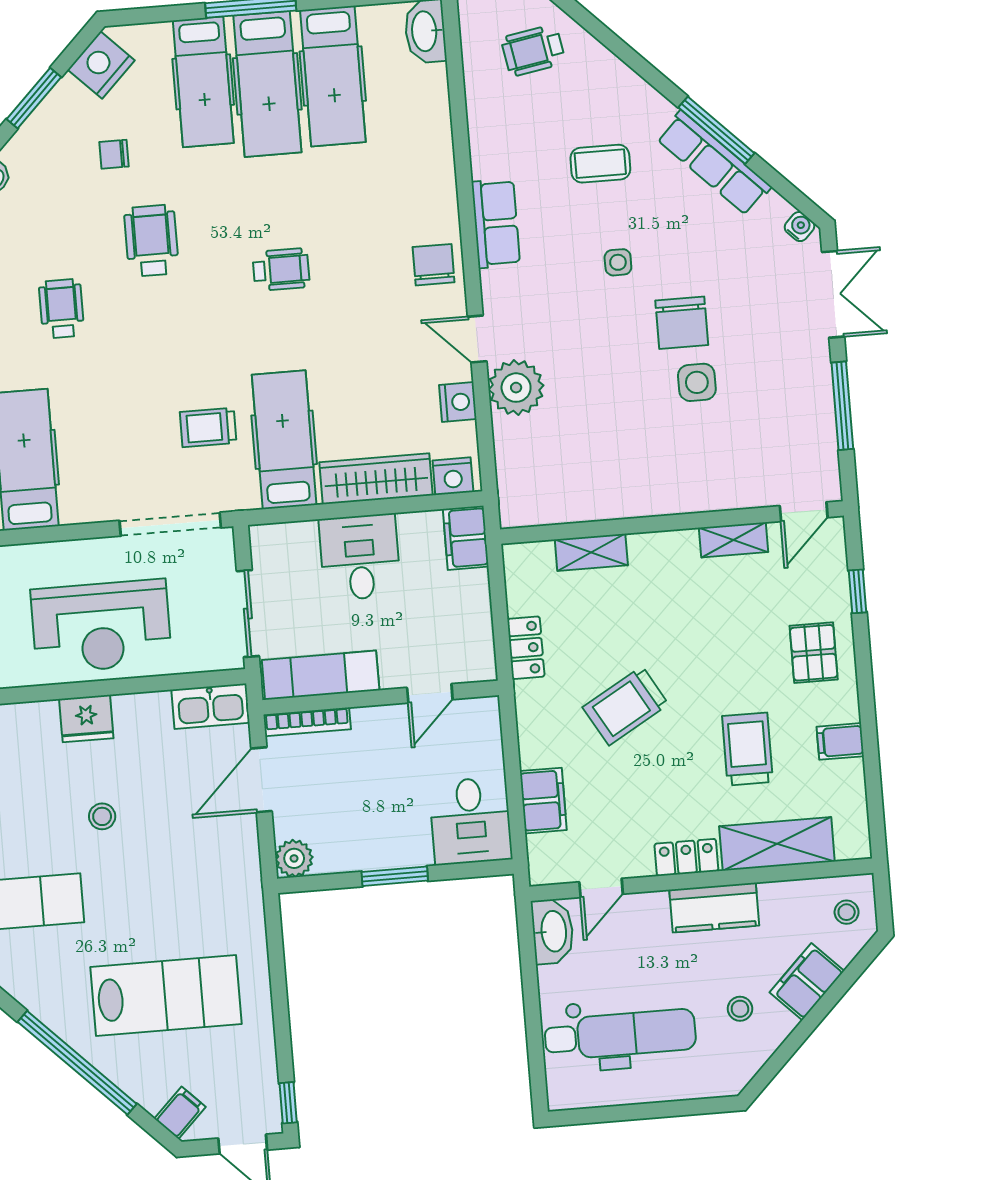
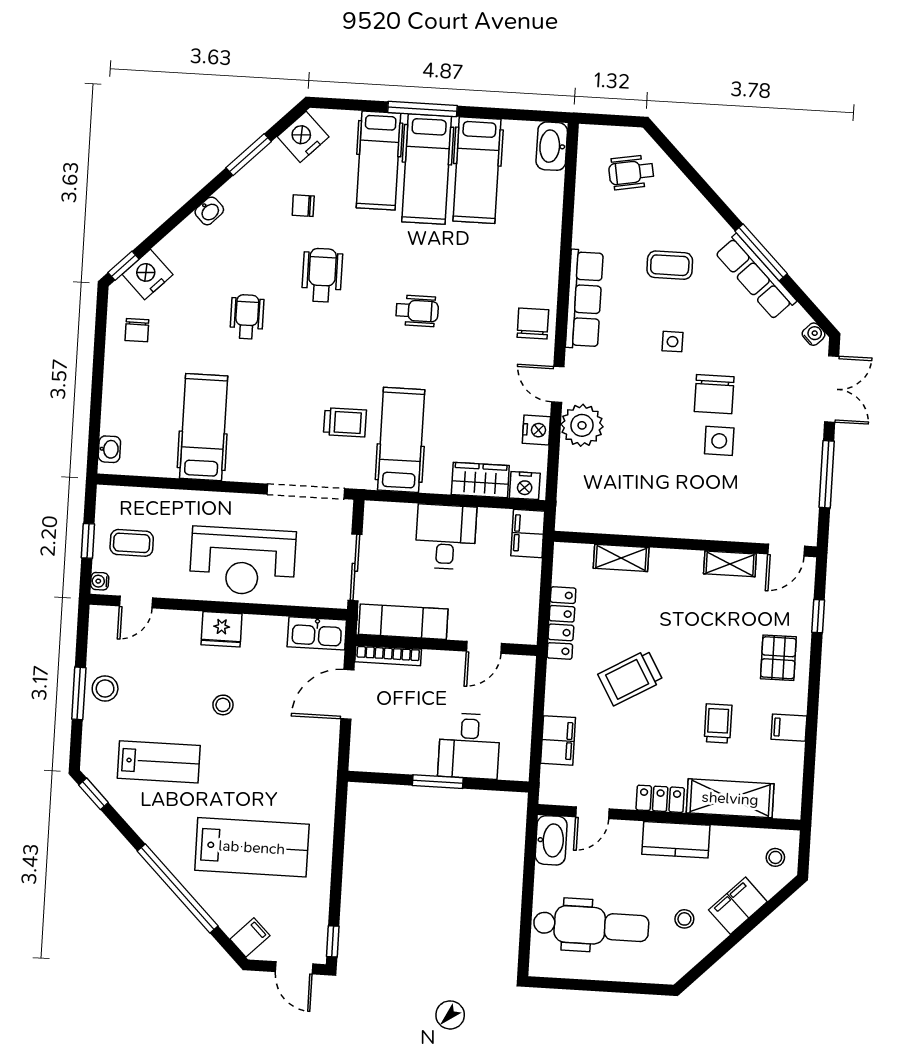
row of seats: (496, 223) -> (584, 299), width x1.48
trolley: (208, 427) -> (345, 422), turned 180
wardrobe: (376, 479) -> (480, 480), width x0.67
locker: (526, 648) -> (561, 623), width x1.53
trolley: (747, 749) -> (718, 723), width x0.73, depth x0.72
desk: (471, 821) -> (469, 746), moved
plant: (294, 858) -> (364, 757), removed

